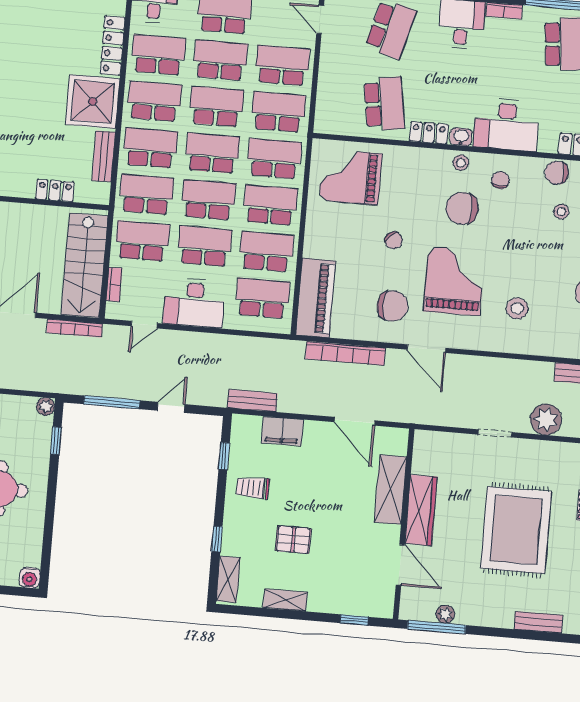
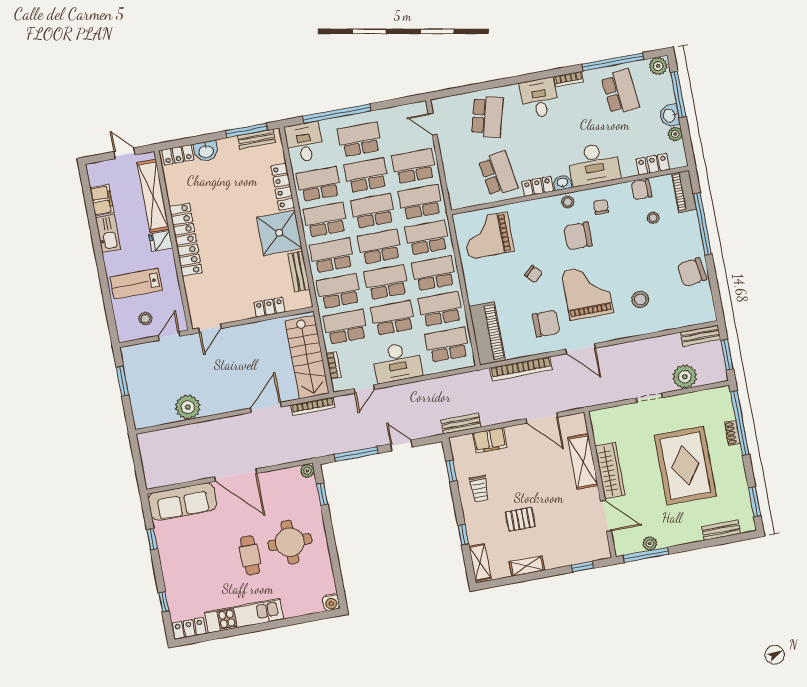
door: (171, 407) -> (401, 445), hinge flipped
trolley: (253, 488) -> (479, 489), turned -90

